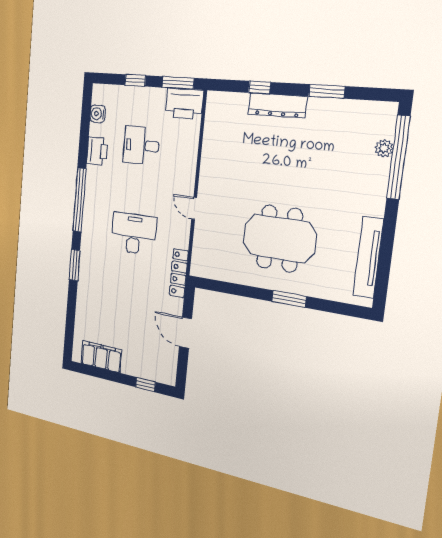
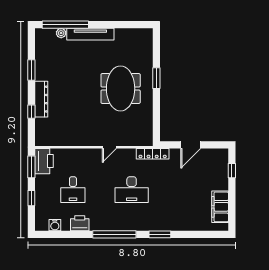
desk: (134, 234) -> (132, 190), turned -90
tv unit: (368, 258) -> (90, 34), moved

